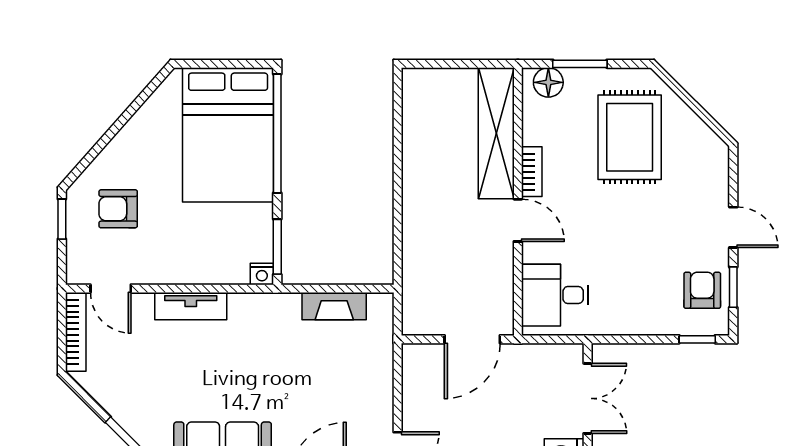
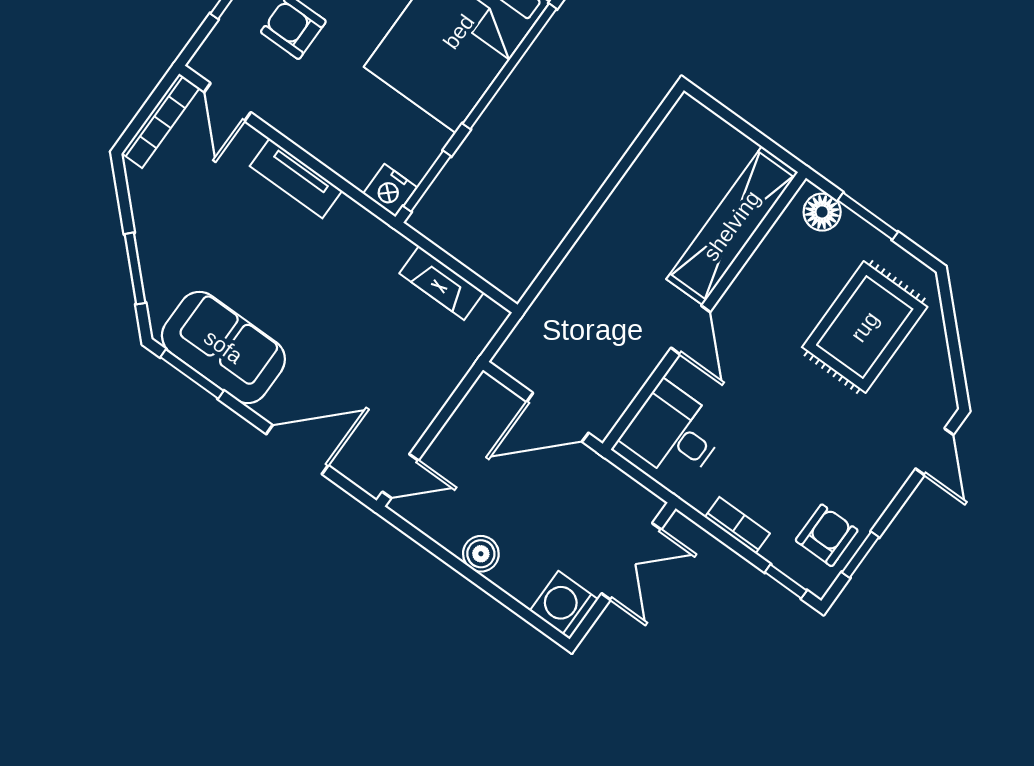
bookcase: (532, 172) -> (737, 525), moved, turned -90
door: (733, 227) -> (934, 452), moved
nightstand: (262, 274) -> (390, 190), width x1.39, depth x1.35

